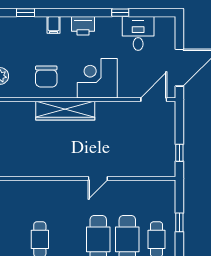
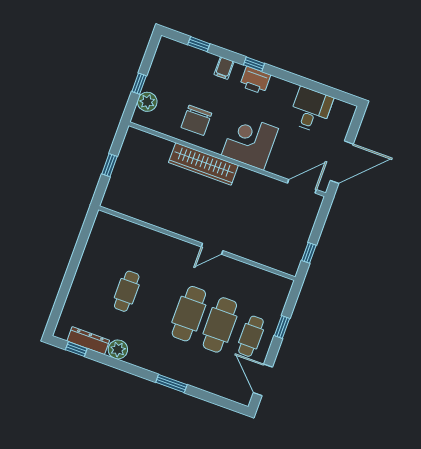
window: (120, 13) -> (254, 64), moved

